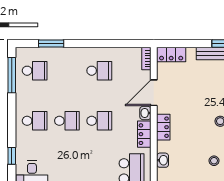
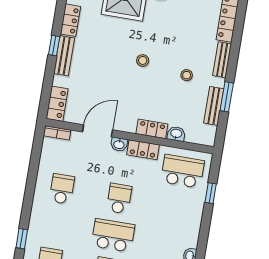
window: (51, 44) -> (22, 239), width x0.67
door: (154, 93) -> (98, 131), swing flipped
school desk: (67, 121) -> (113, 235), width x1.85
locker: (163, 127) -> (152, 129), moved

